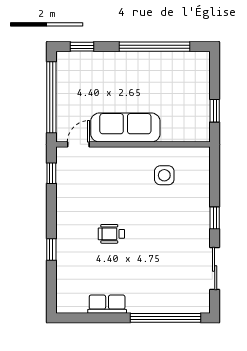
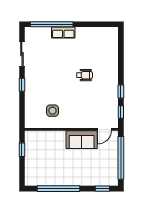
sofa: (125, 128) -> (82, 140), width x0.73
window: (51, 249) -> (121, 91), moved
row of seats: (107, 304) -> (63, 33), moved

